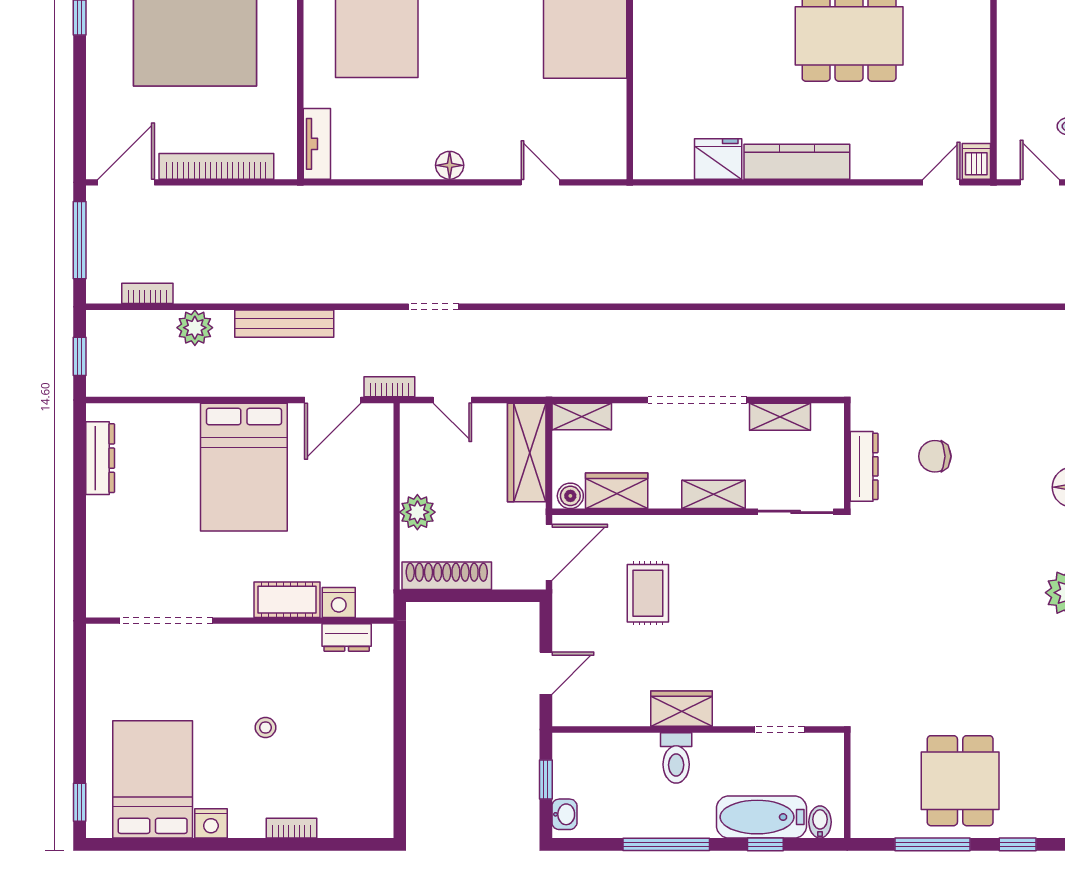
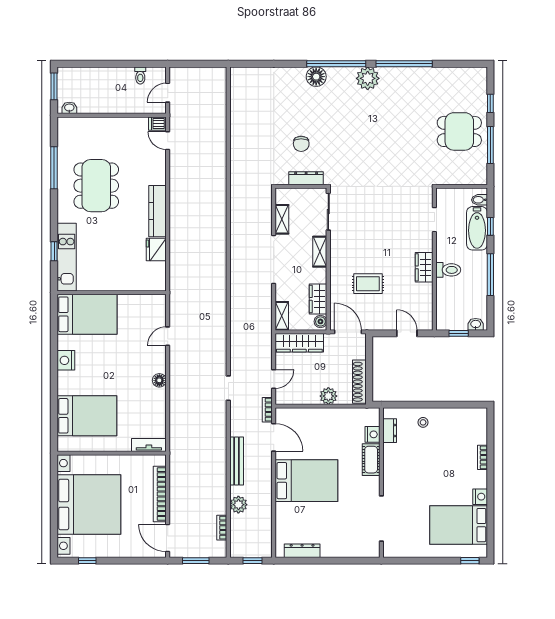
window: (80, 240) -> (196, 561), width x0.69
stool: (266, 728) -> (423, 422), moved

